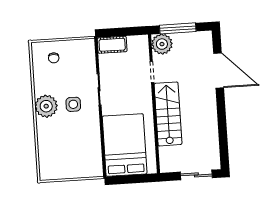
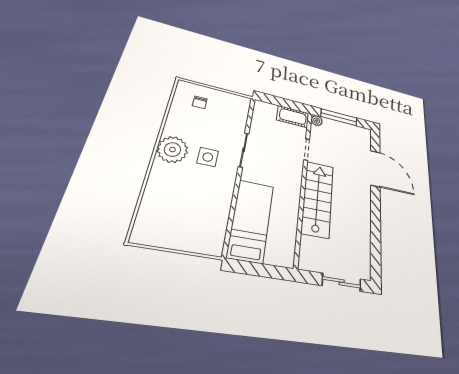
plant: (162, 44) -> (317, 120), width x0.53, depth x0.53
cot: (112, 45) -> (293, 117), moved
bed: (125, 145) -> (251, 220), width x0.67

